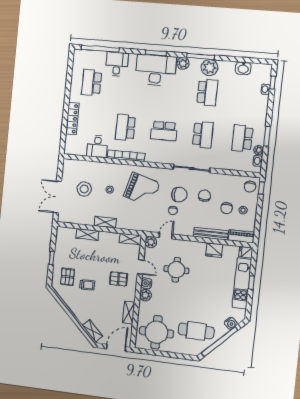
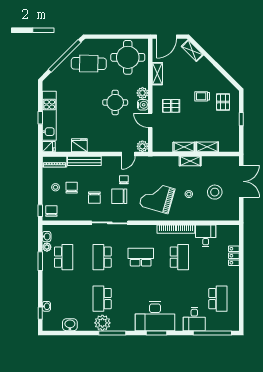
plant: (183, 63) -> (129, 325), removed
locker: (72, 119) -> (234, 256), width x0.66
shelving: (130, 239) -> (184, 147), moved
round table: (176, 270) -> (115, 102), moved
water cooler: (231, 323) -> (56, 75), removed

